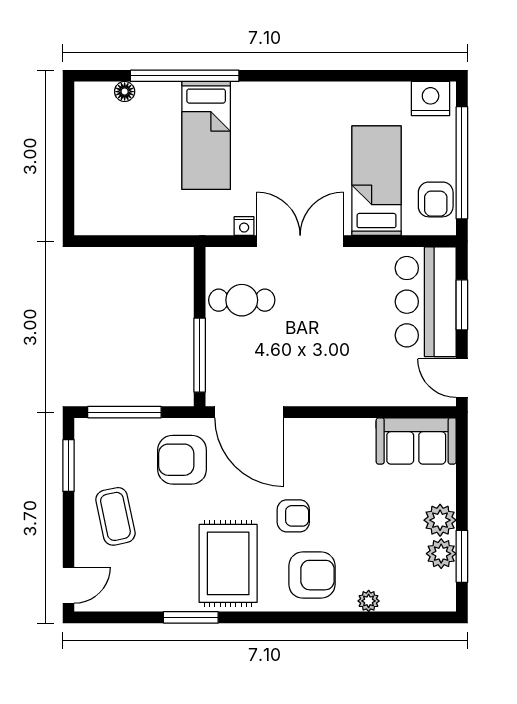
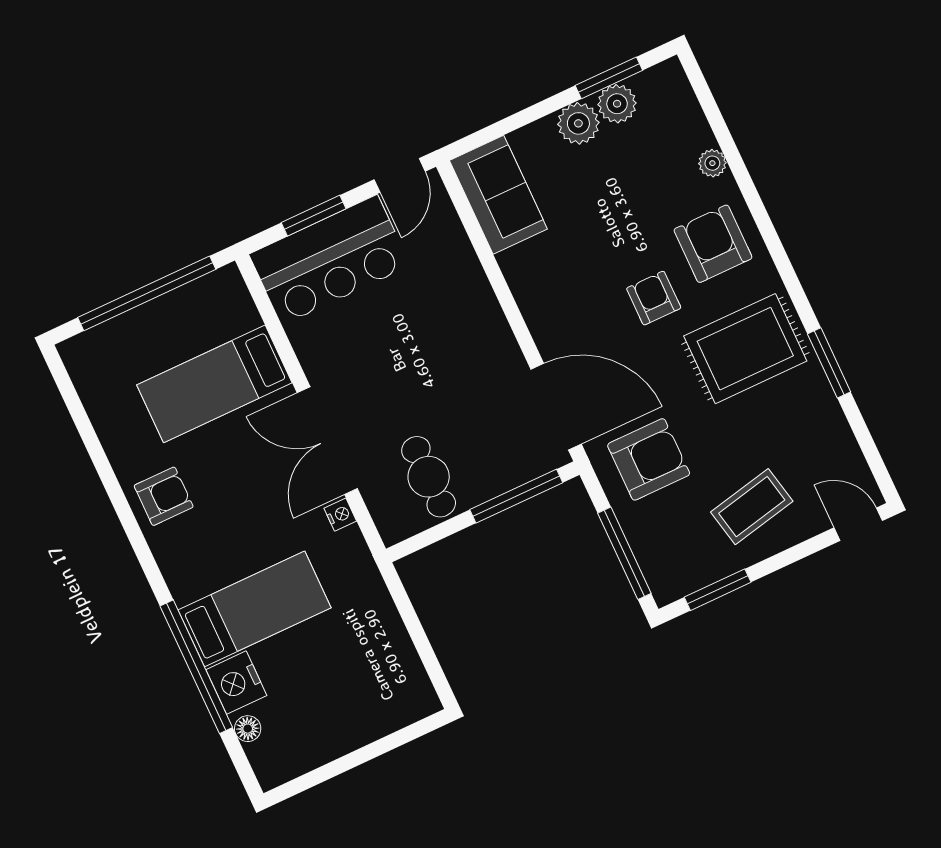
nightstand: (431, 99) -> (236, 683), moved
armchair: (436, 199) -> (164, 496), moved
door: (249, 412) -> (556, 407), hinge flipped
armchair: (182, 460) -> (649, 459), turned -90

